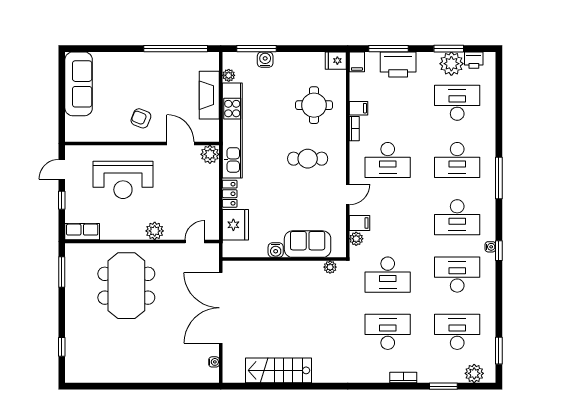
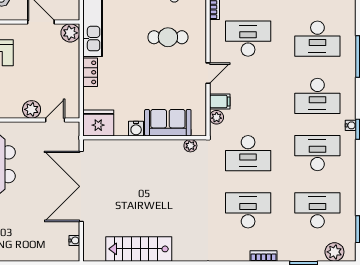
desk: (388, 160) -> (248, 39), turned 180
fridge: (235, 225) -> (98, 123), moved, turned -90
plant: (155, 231) -> (32, 109), moved

